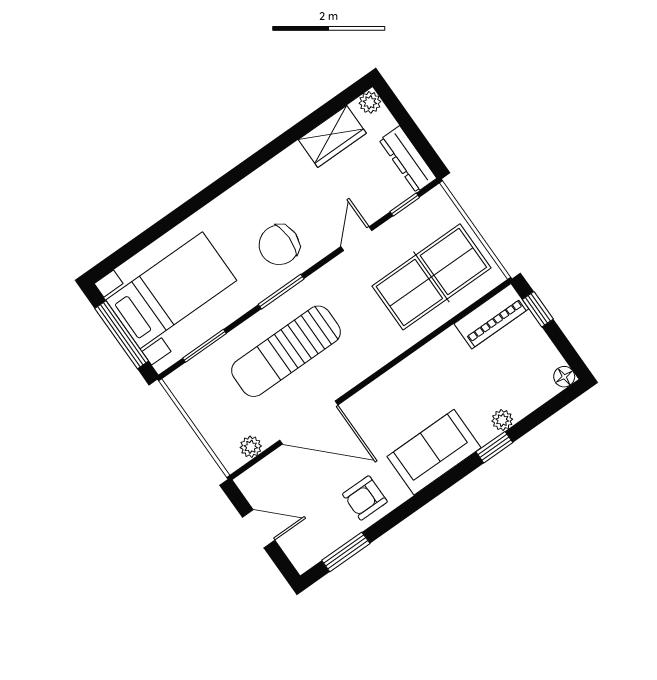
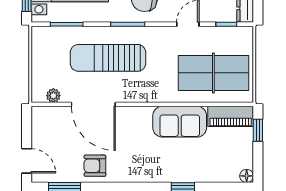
plant: (502, 420) -> (197, 176), removed
sofa: (434, 452) -> (180, 122), moved, turned 180
door: (259, 529) -> (27, 161), moved

